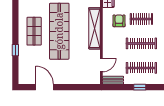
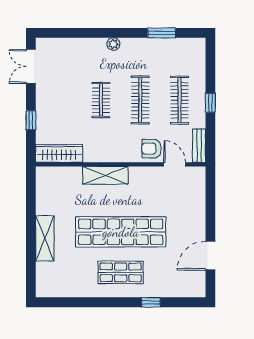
armchair: (119, 21) -> (152, 149), moved
shelving: (94, 28) -> (105, 175), width x0.68

